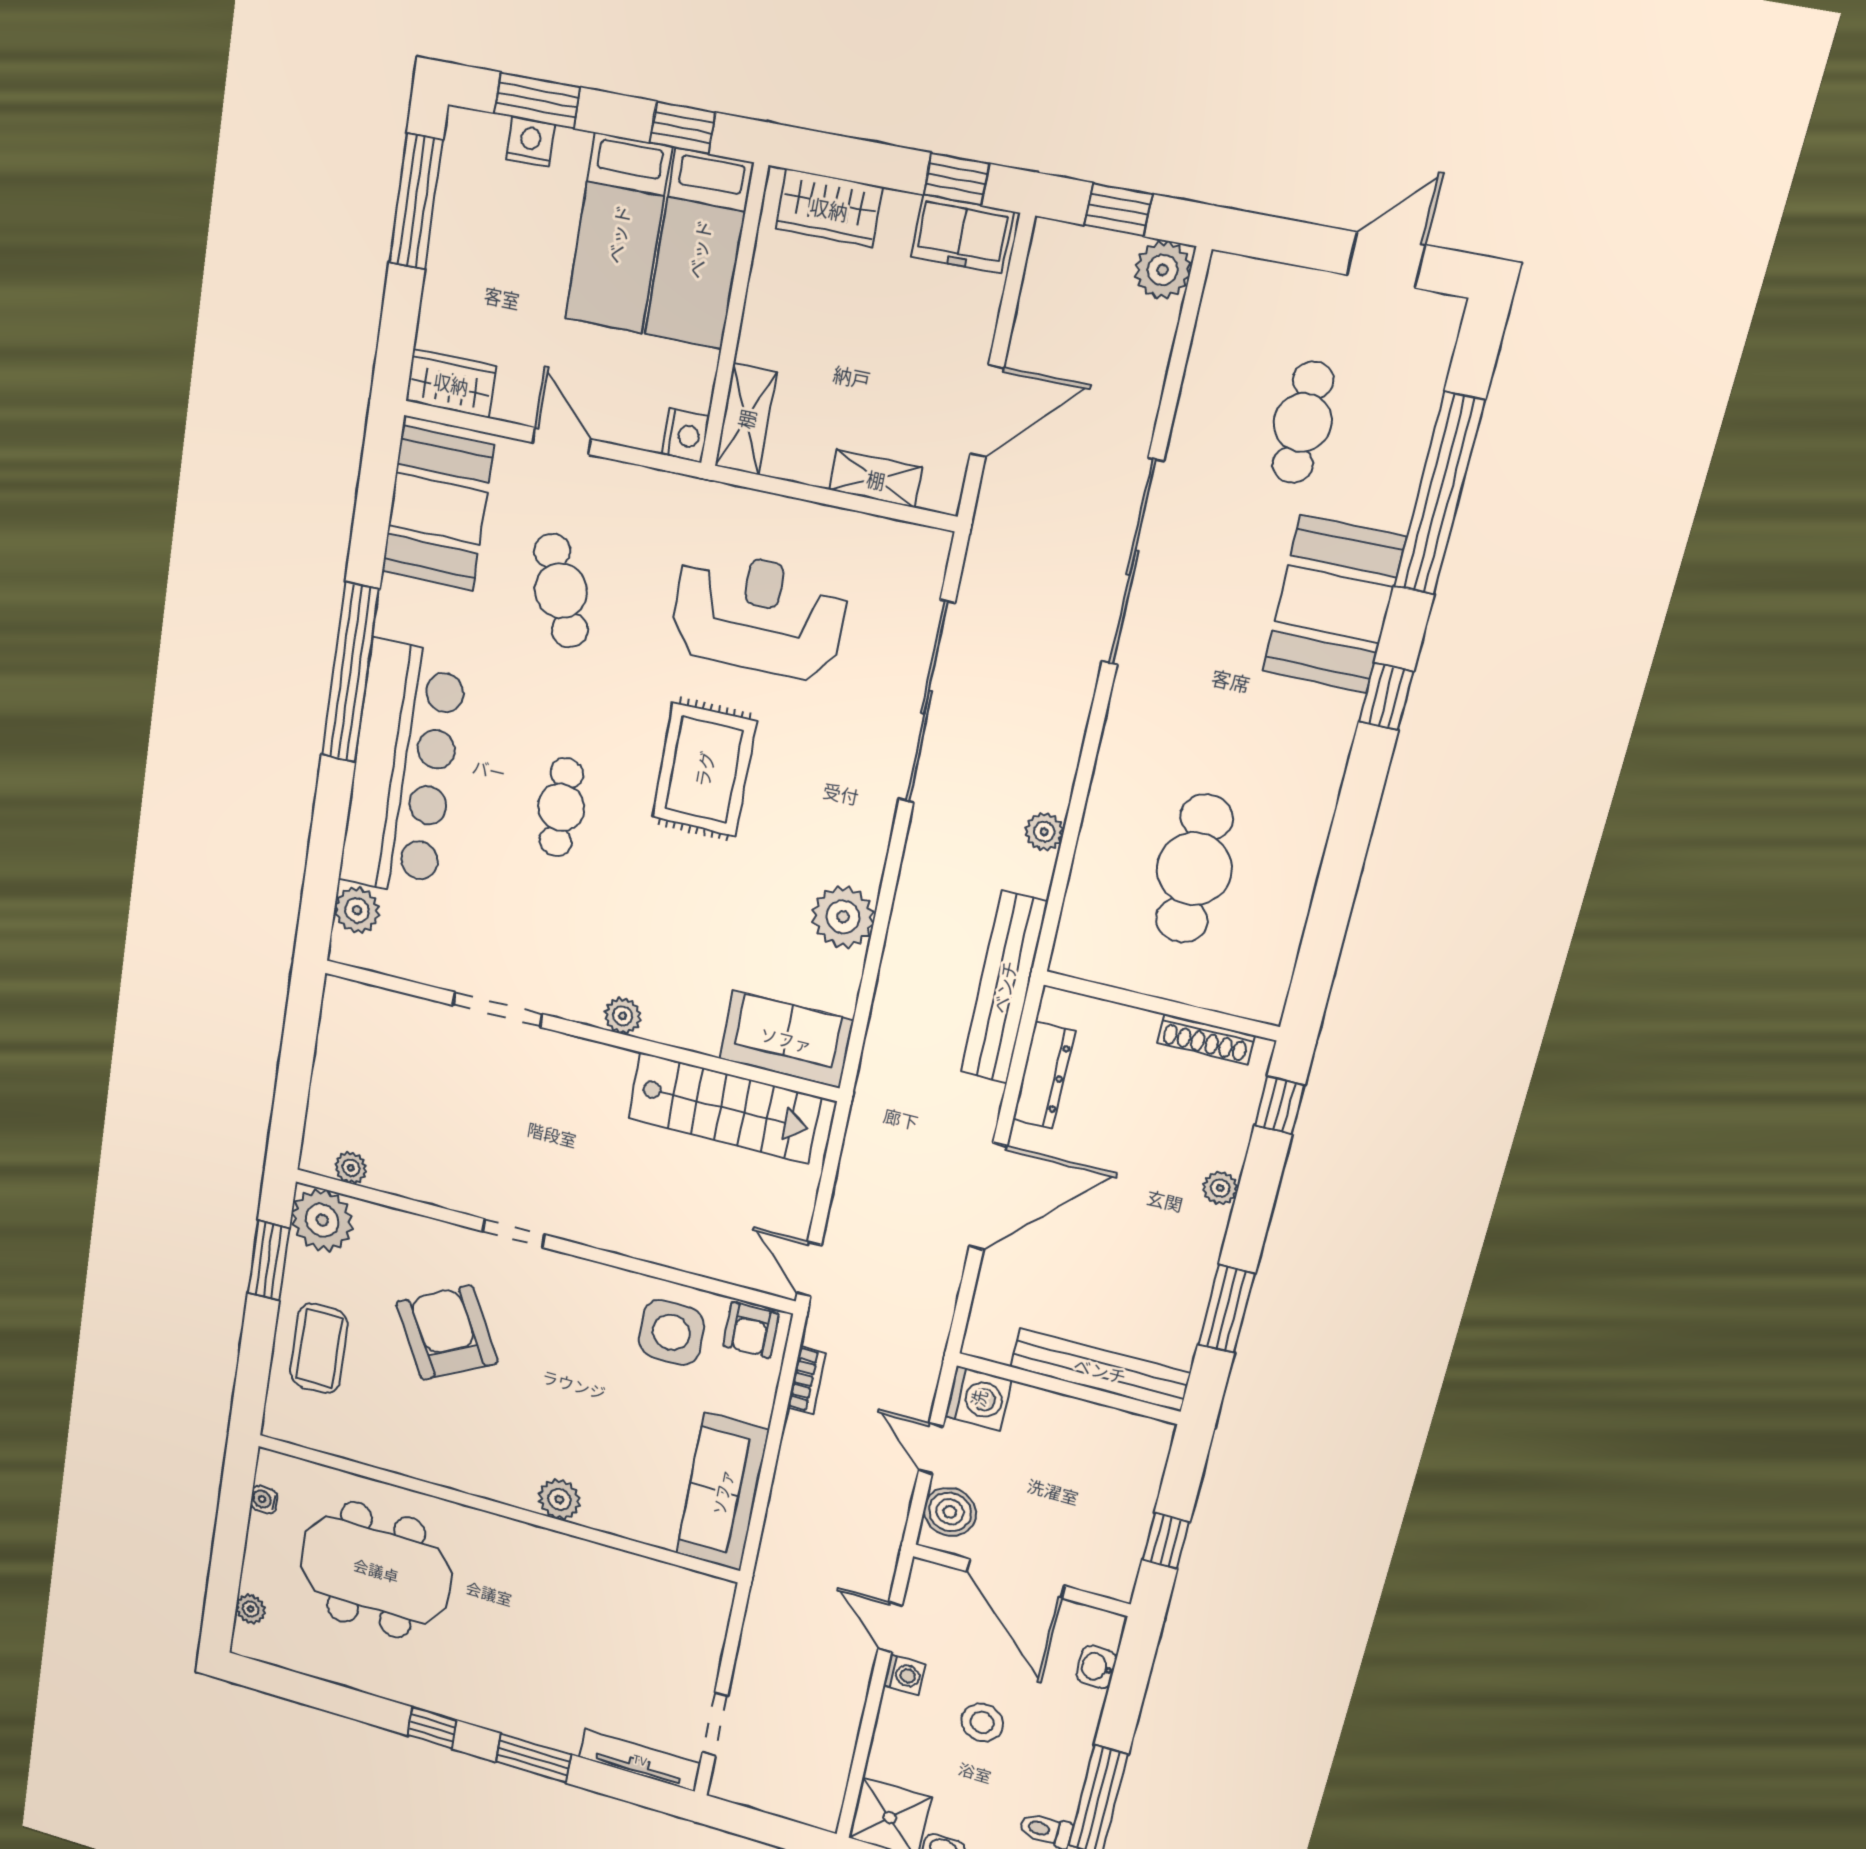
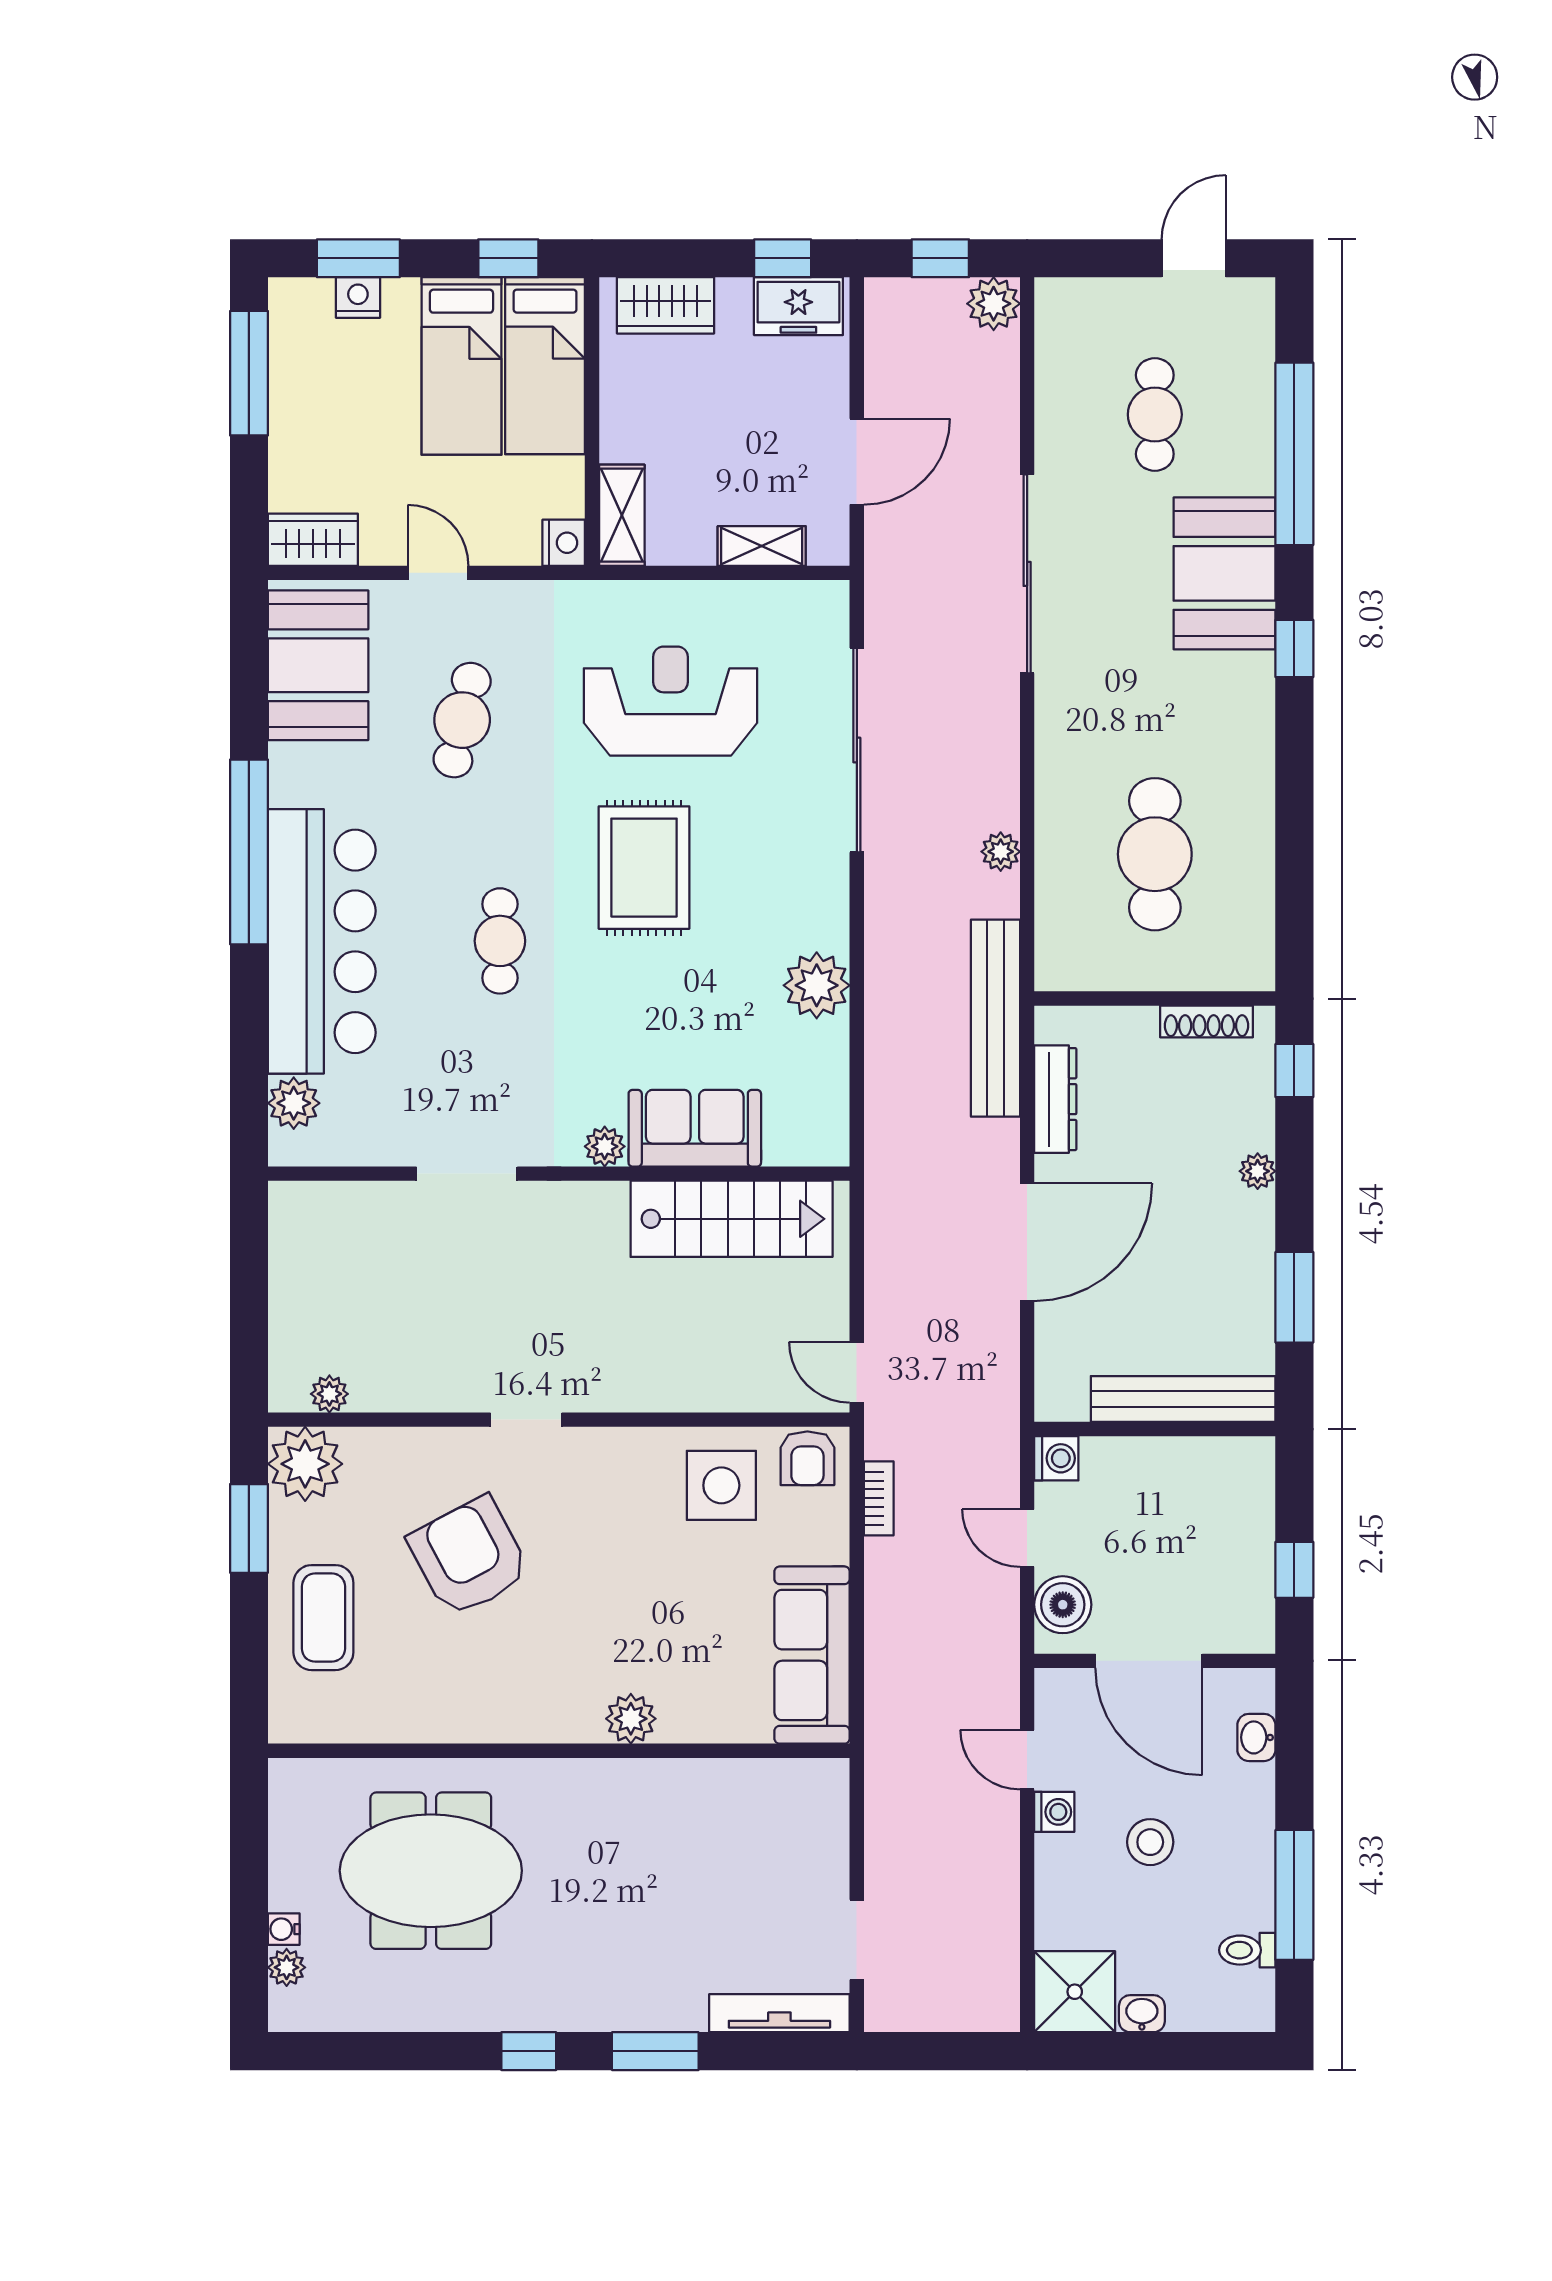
cafe table: (561, 591) -> (462, 720), turned 36
sofa: (786, 1039) -> (695, 1128), moved
washing machine: (978, 1398) -> (1056, 1458), width x0.73, depth x0.73
water cooler: (264, 1500) -> (284, 1929), moved

